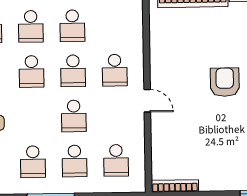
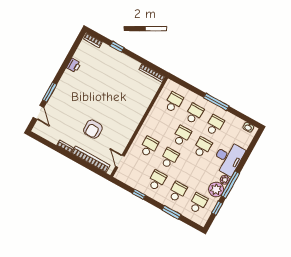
school desk: (31, 71) -> (202, 147), moved
armchair: (225, 82) -> (93, 129), moved
door: (147, 101) -> (120, 161), moved

